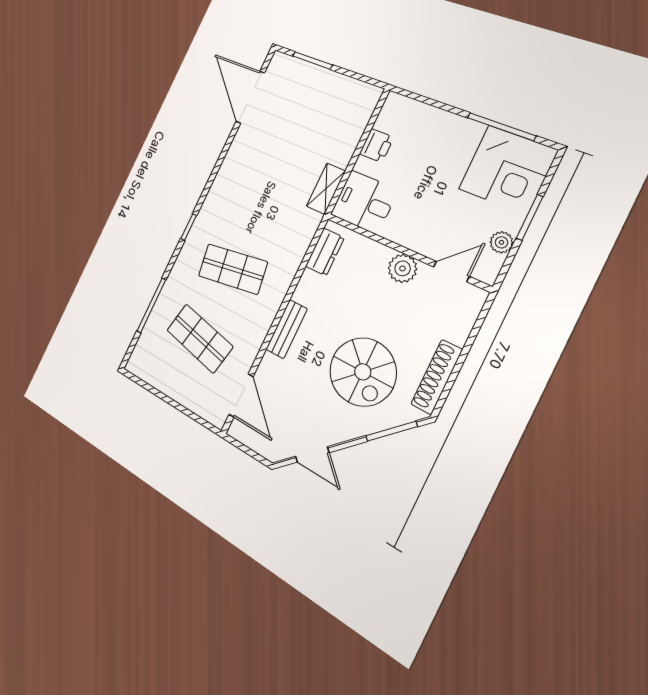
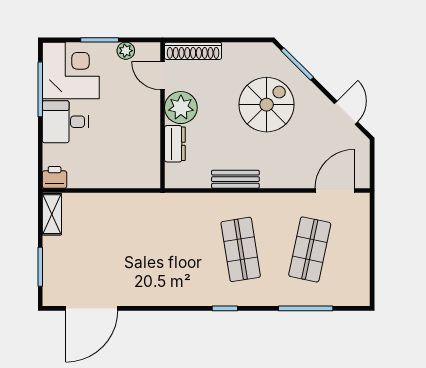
printer: (377, 146) -> (55, 177), moved
shelving: (326, 189) -> (52, 214), moved, turned 90
desk: (364, 202) -> (65, 122), moved, turned 90
dresser: (325, 252) -> (175, 144), moved, turned 90
plant: (403, 268) -> (181, 108), width x1.36, depth x1.36
bench: (287, 329) -> (235, 179), moved
shoe rack: (437, 377) -> (193, 51), moved

